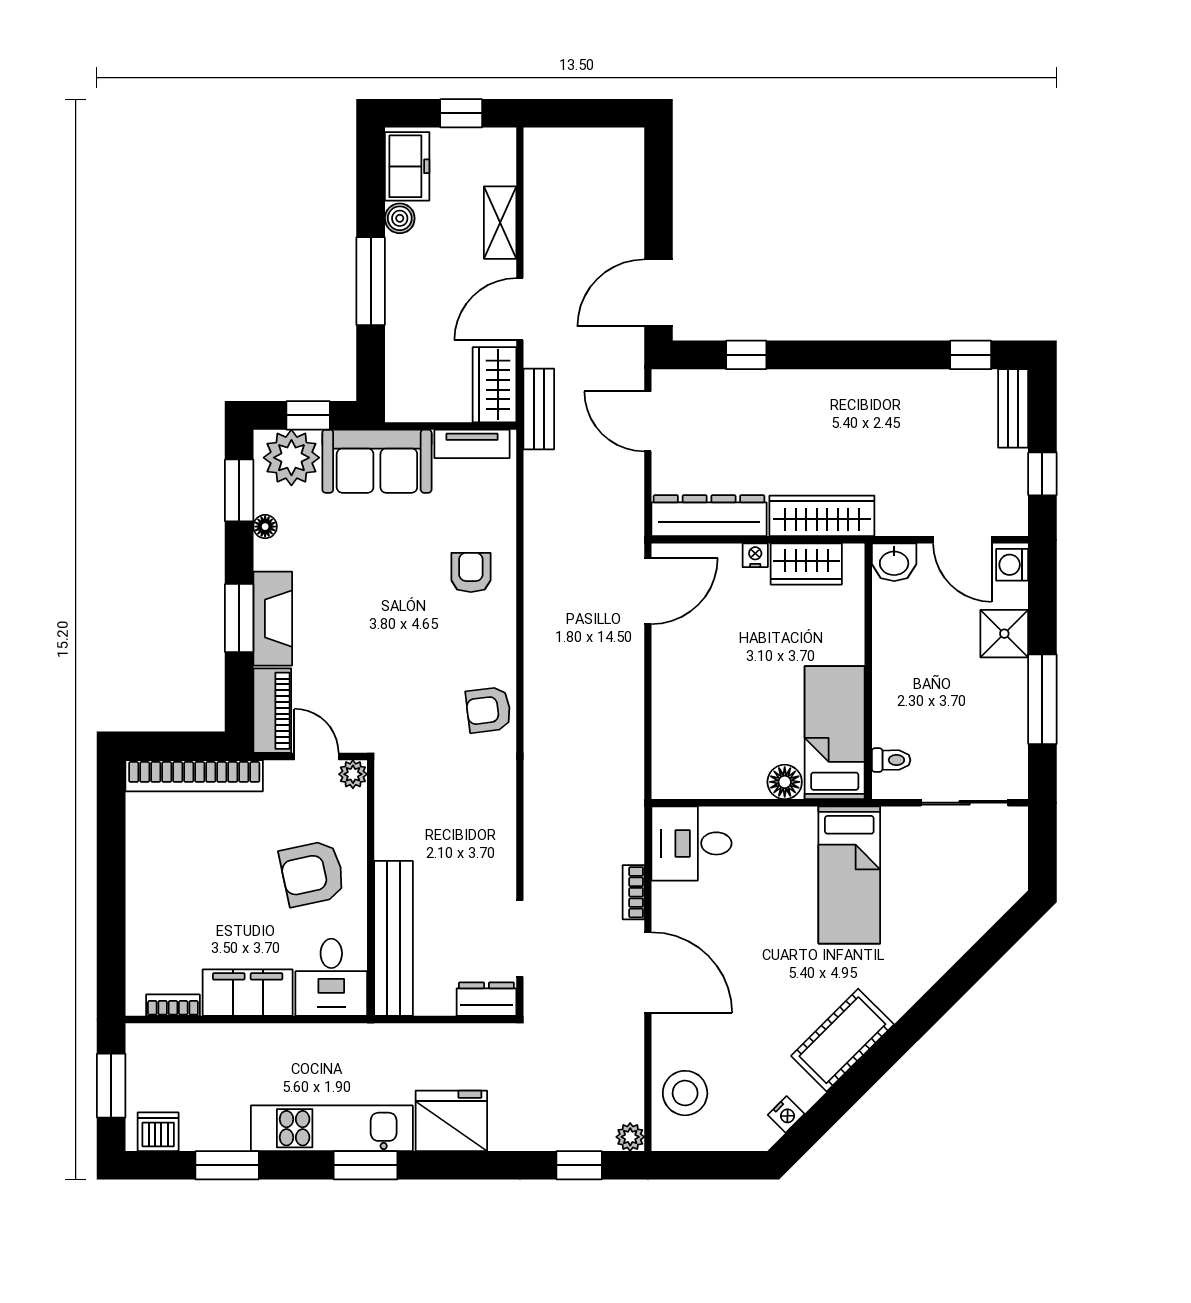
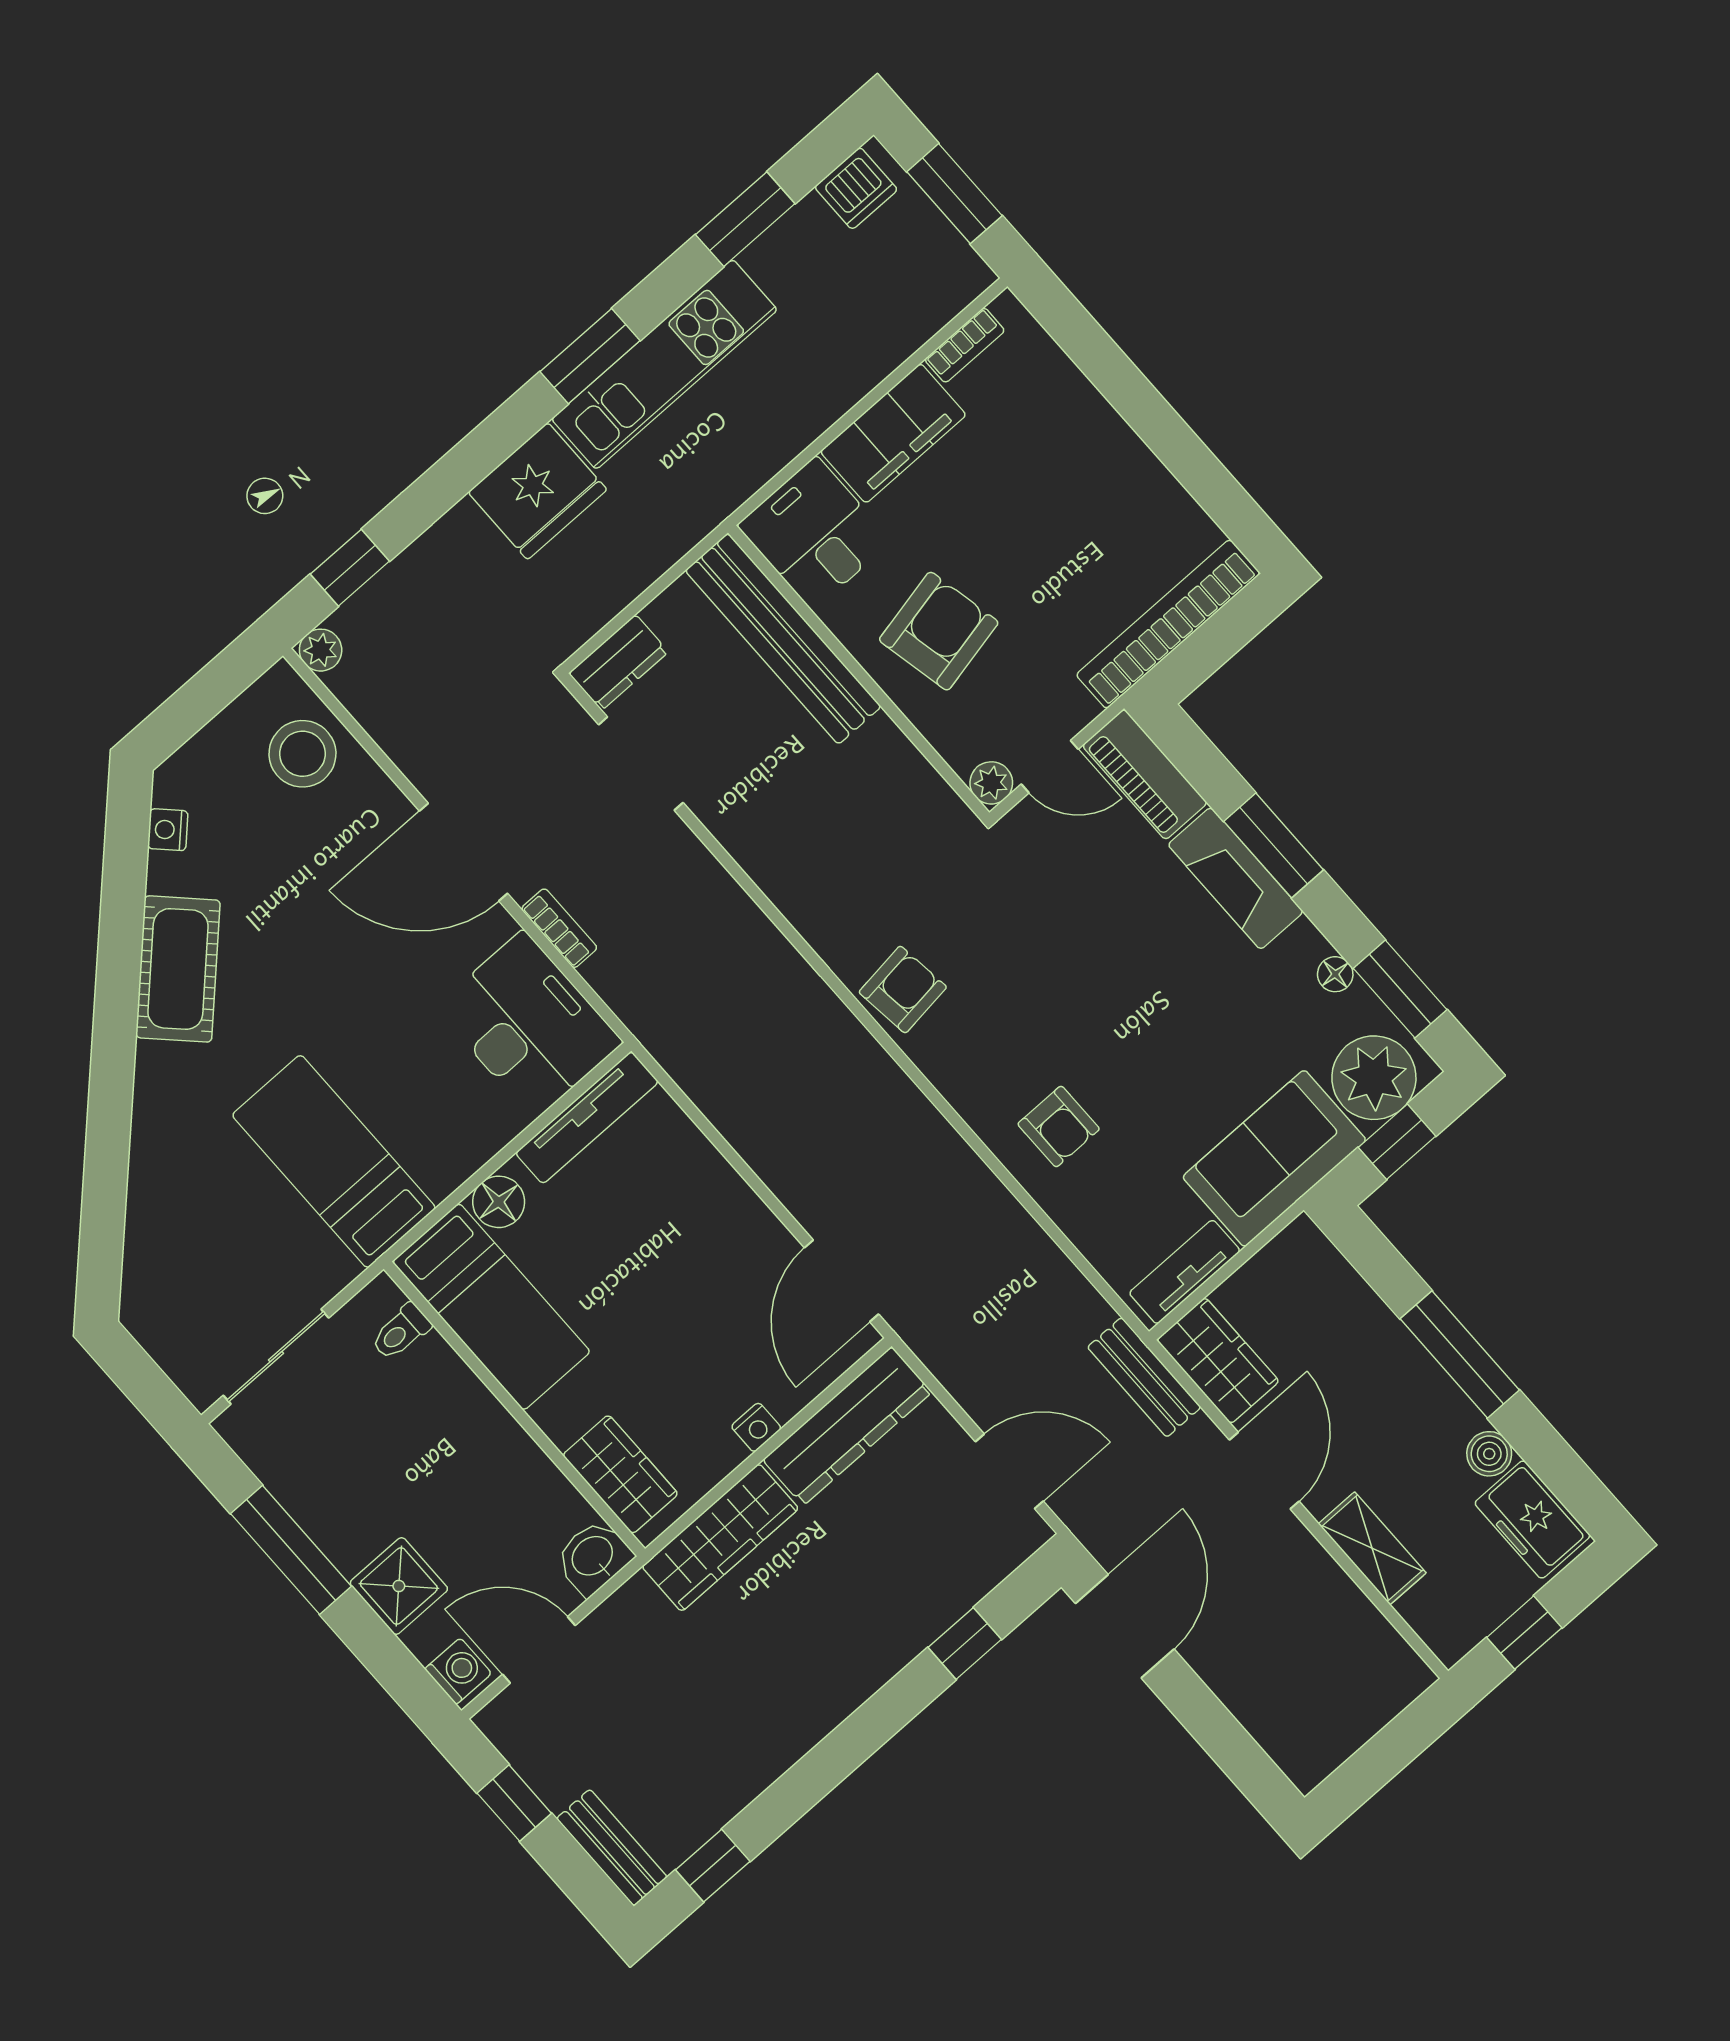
wardrobe: (806, 564) -> (620, 1474), moved, turned 90
tv unit: (703, 785) -> (587, 1118), added
desk: (691, 843) -> (529, 1025), width x1.37

